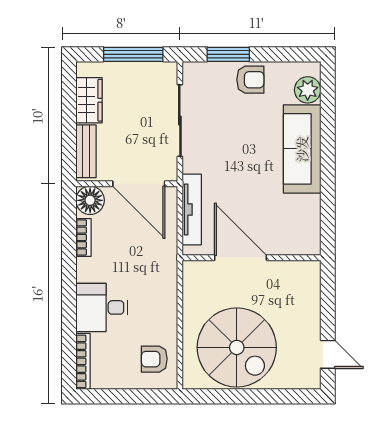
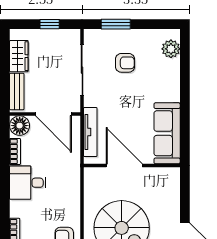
window: (133, 54) -> (50, 24), width x0.46
armchair: (250, 80) -> (125, 63), moved
sofa: (302, 149) -> (167, 133), moved
desk: (102, 307) -> (28, 183), moved

